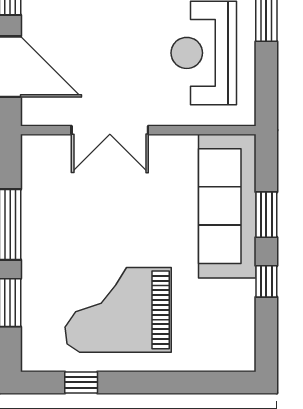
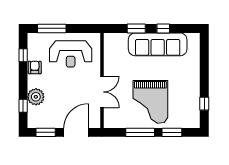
sofa: (227, 206) -> (158, 44), moved
grand piano: (118, 310) -> (150, 102), moved

